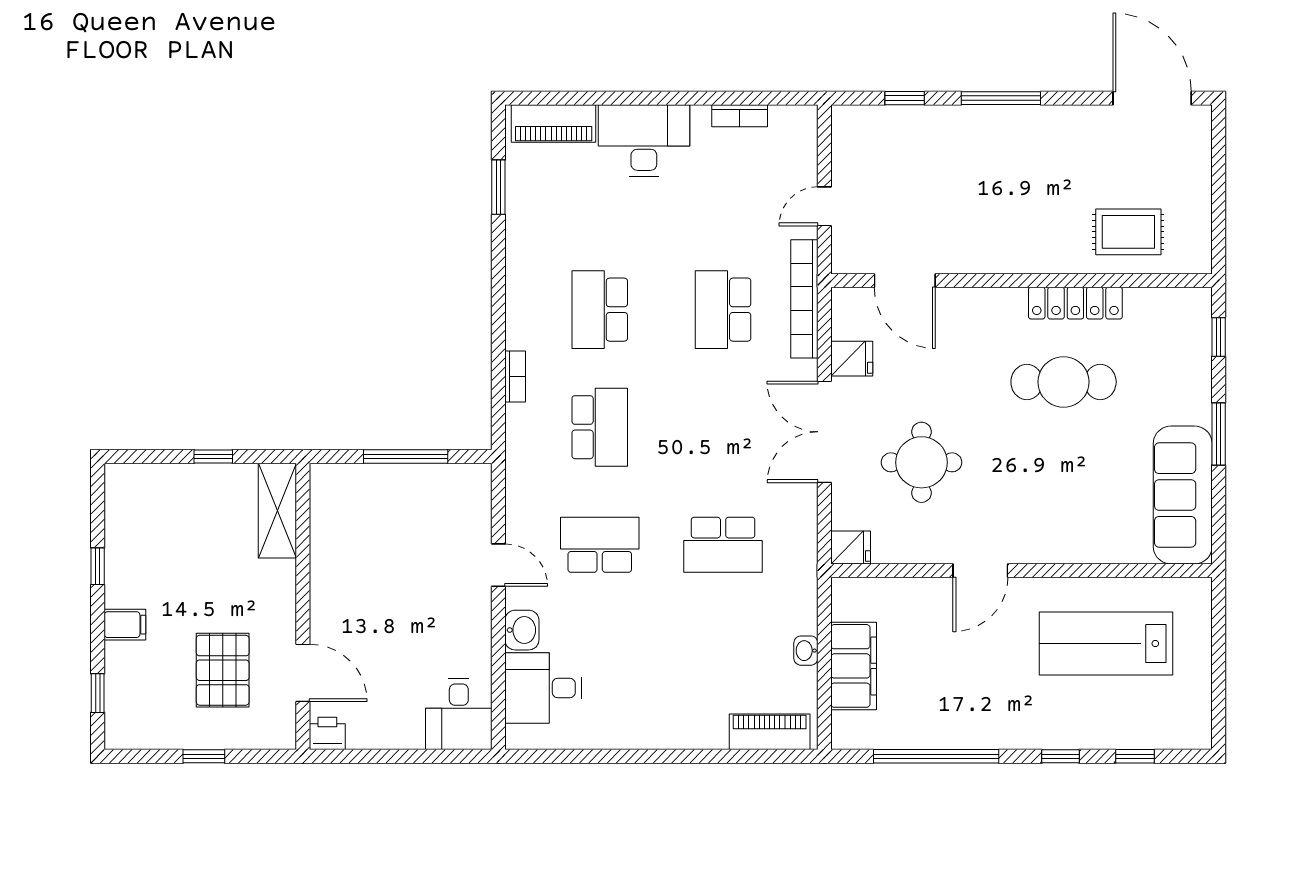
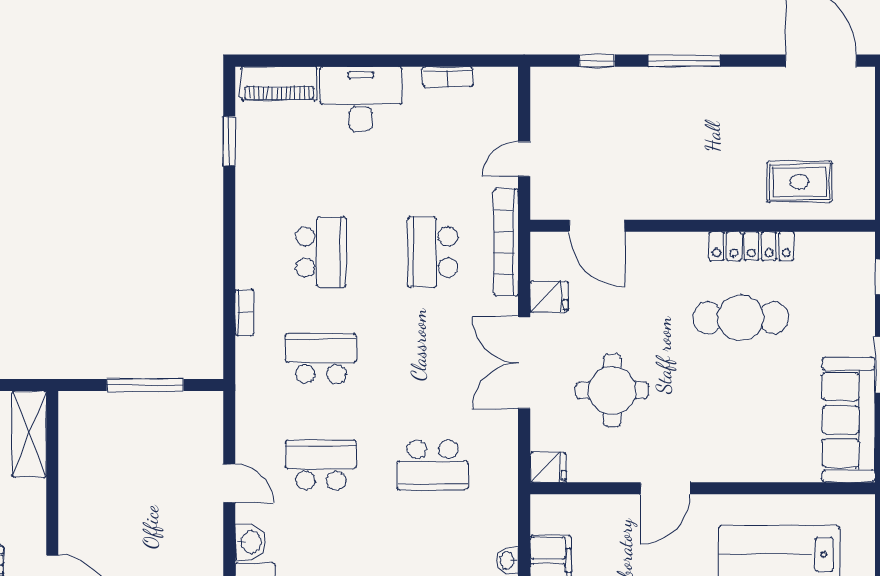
school desk: (600, 310) -> (321, 252), turned 180
school desk: (600, 427) -> (321, 359), turned -90

